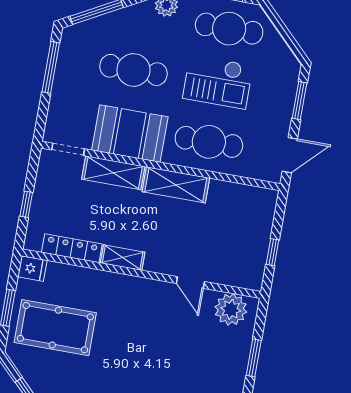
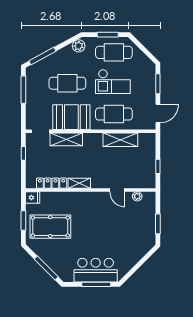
shelving: (176, 185) -> (120, 140), moved
window: (26, 204) -> (23, 153), moved
plant: (231, 309) -> (137, 196), width x0.53, depth x0.53

